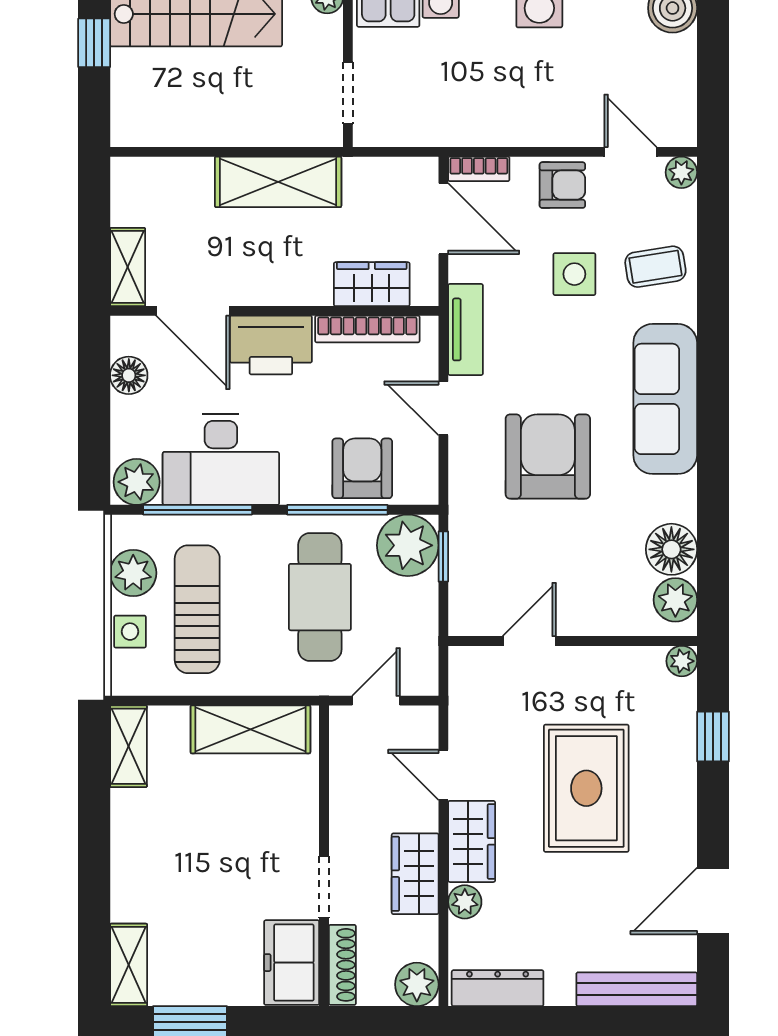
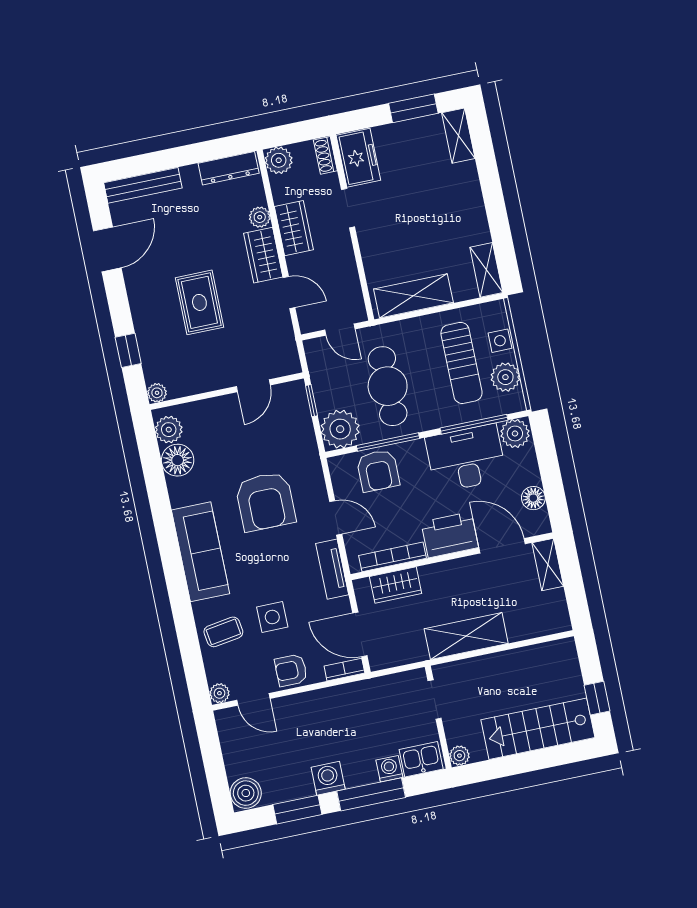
window: (443, 557) -> (311, 401), moved
door: (376, 701) -> (340, 330), hinge flipped
rug: (586, 788) -> (199, 302), width x0.73, depth x0.70
shoe rack: (342, 965) -> (325, 155), width x0.70

